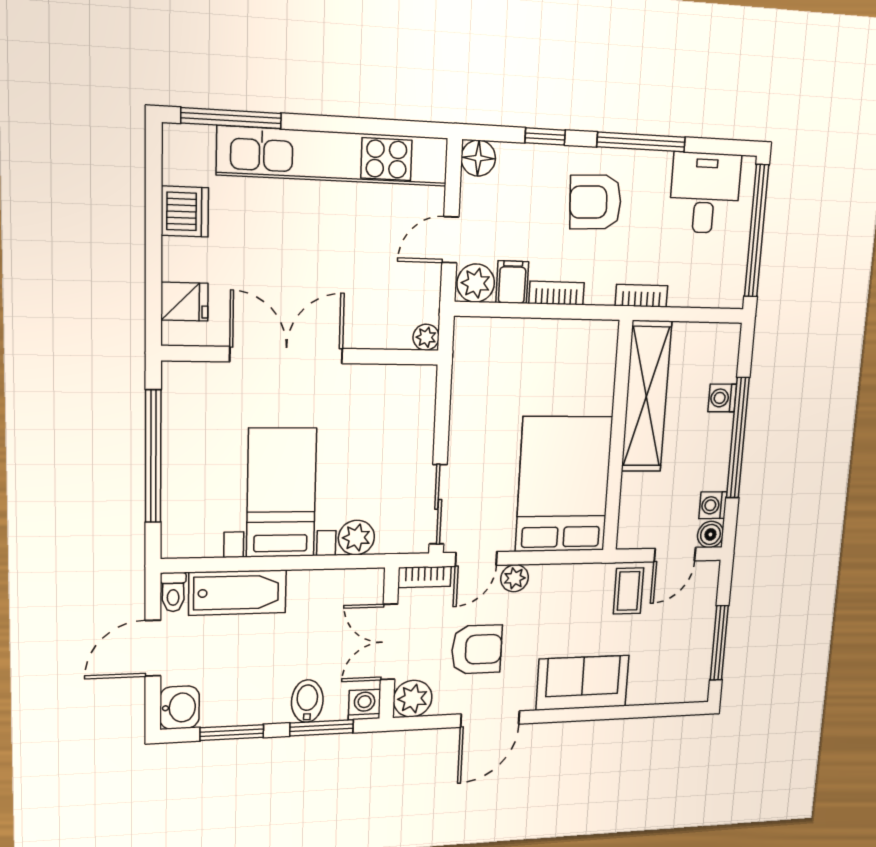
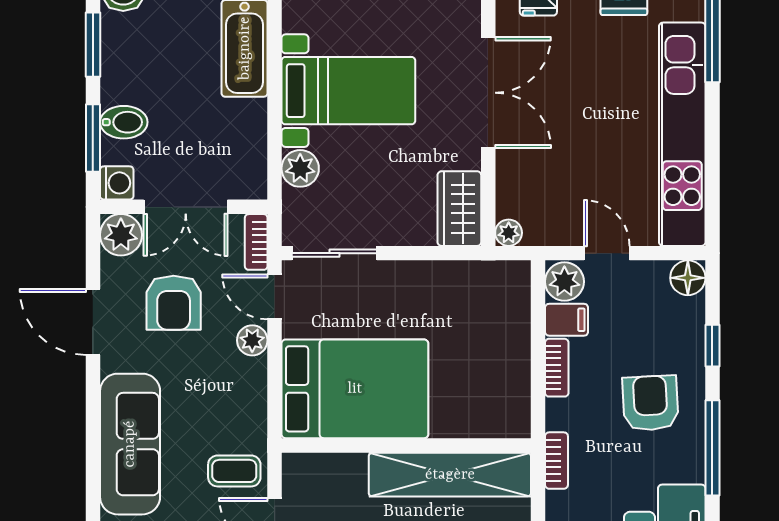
wardrobe: (401, 385) -> (459, 209), added
double door: (389, 642) -> (186, 207), swing flipped
sofa: (583, 683) -> (130, 444), width x1.36

